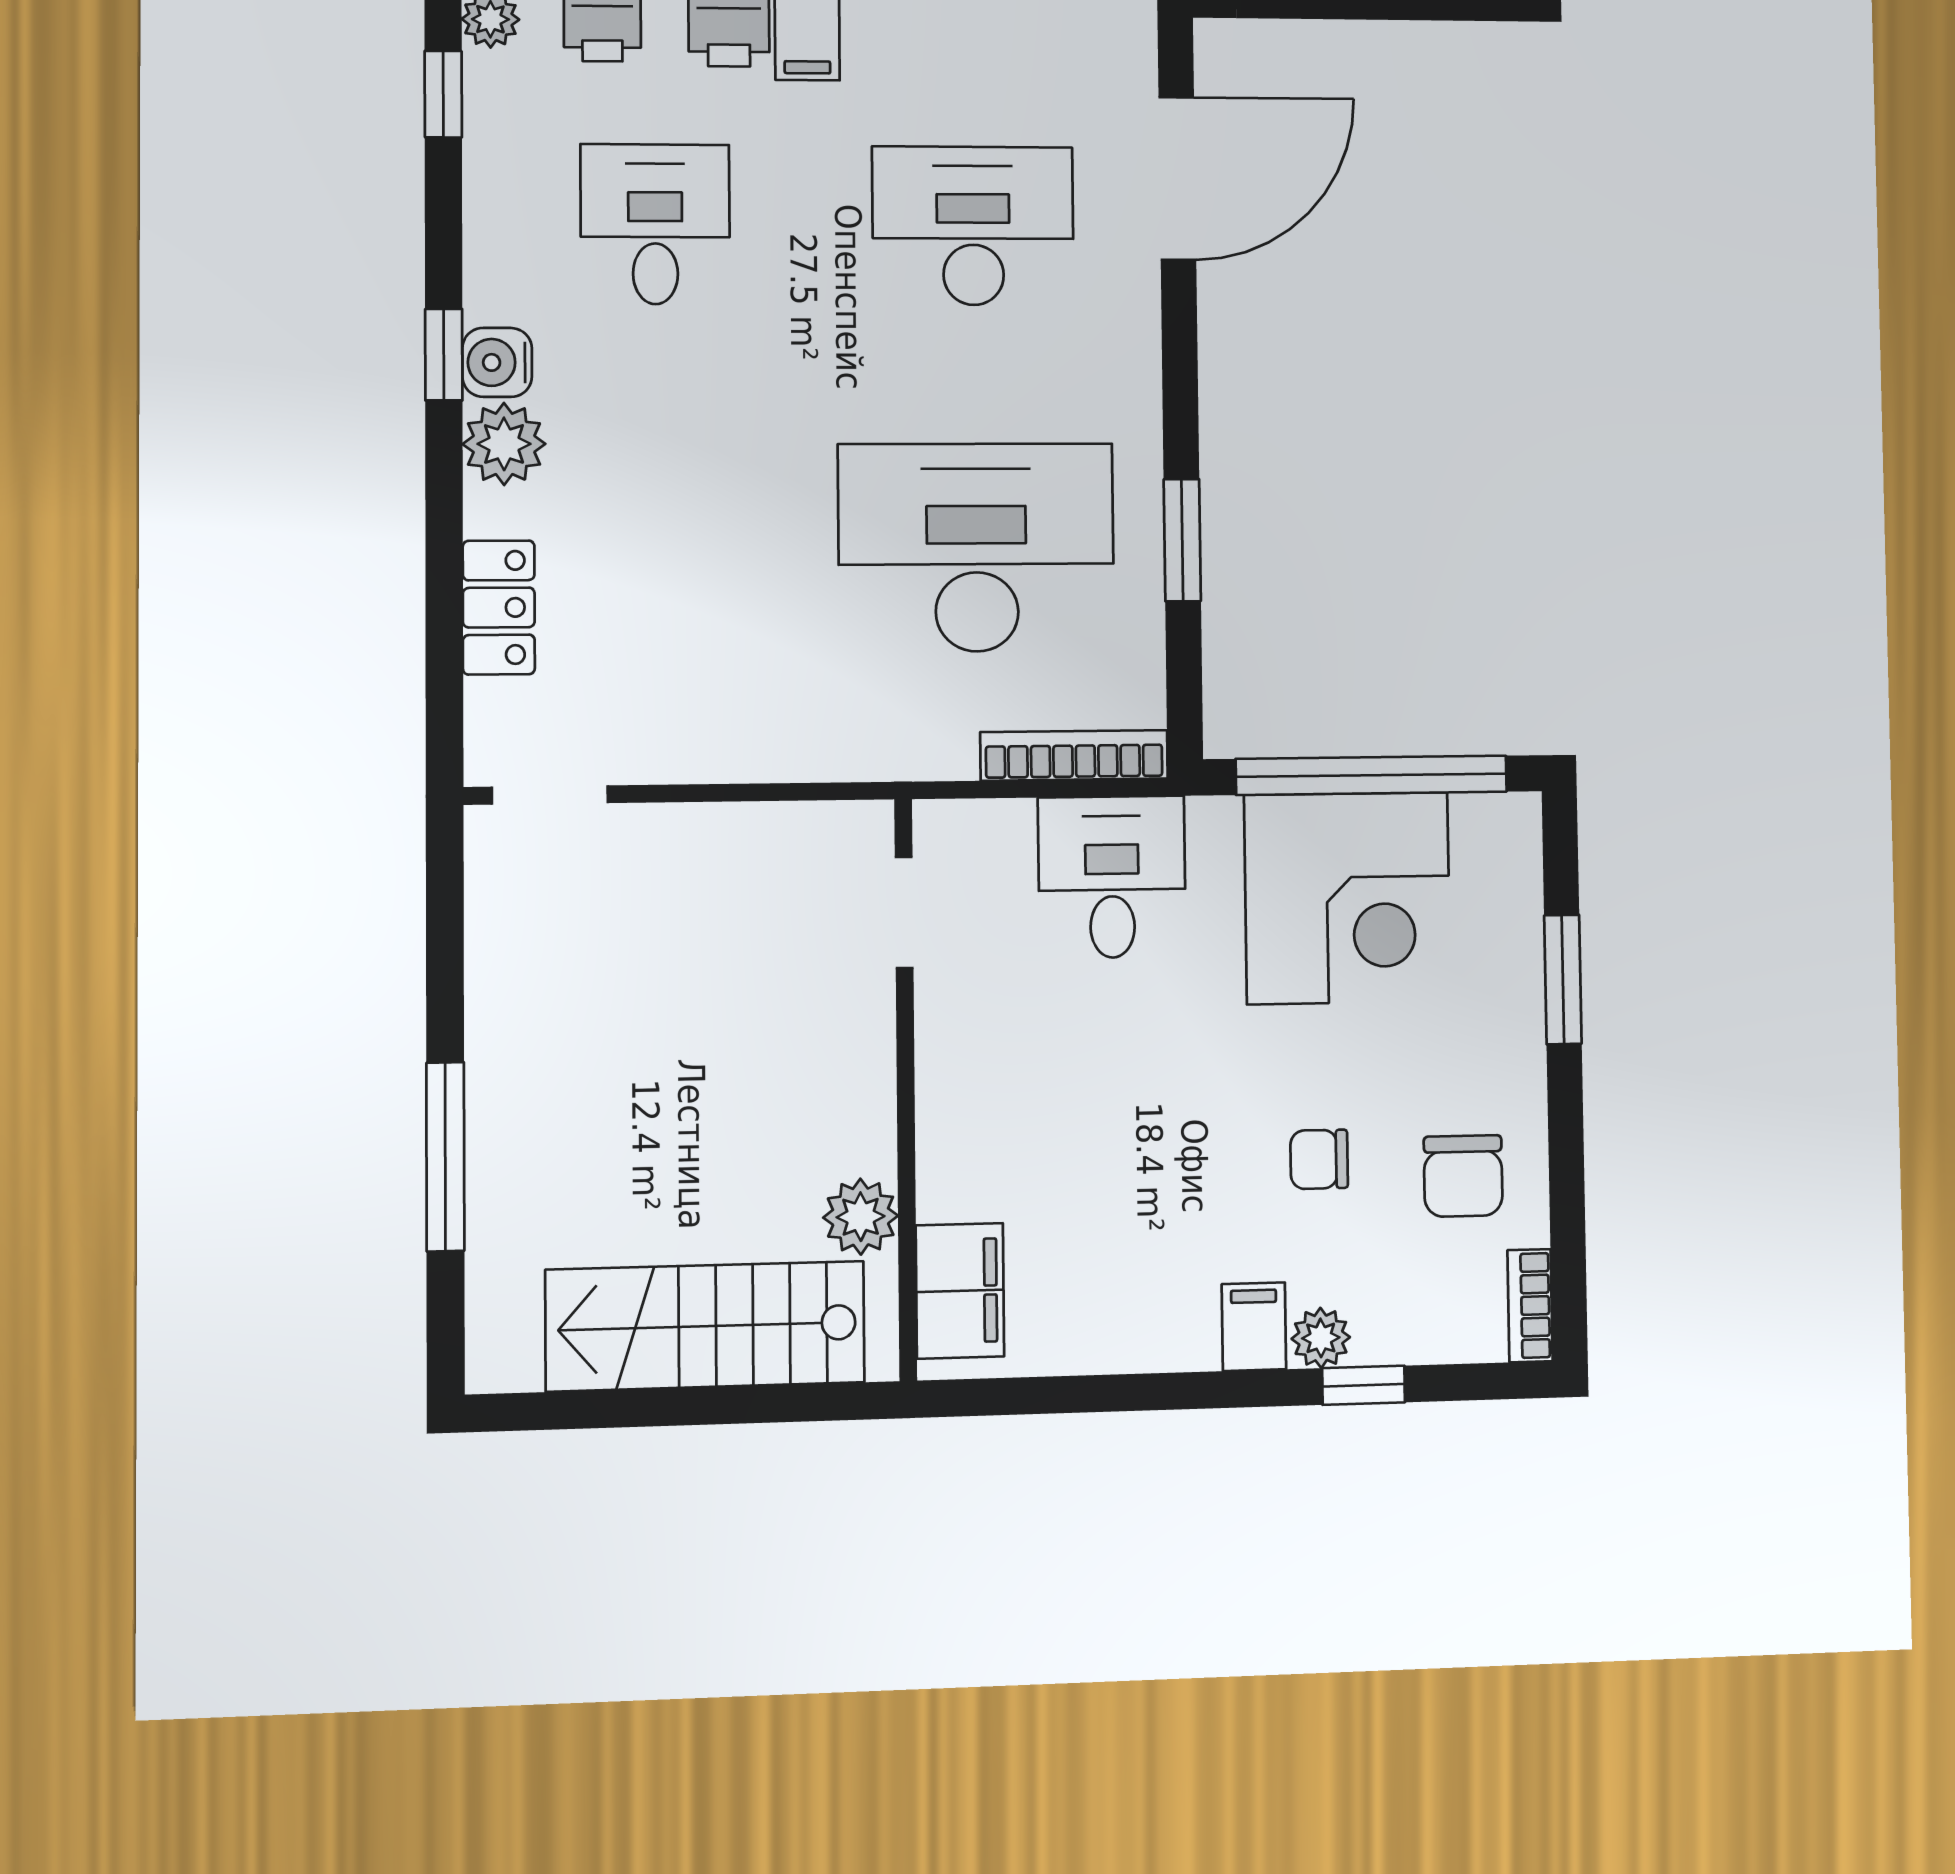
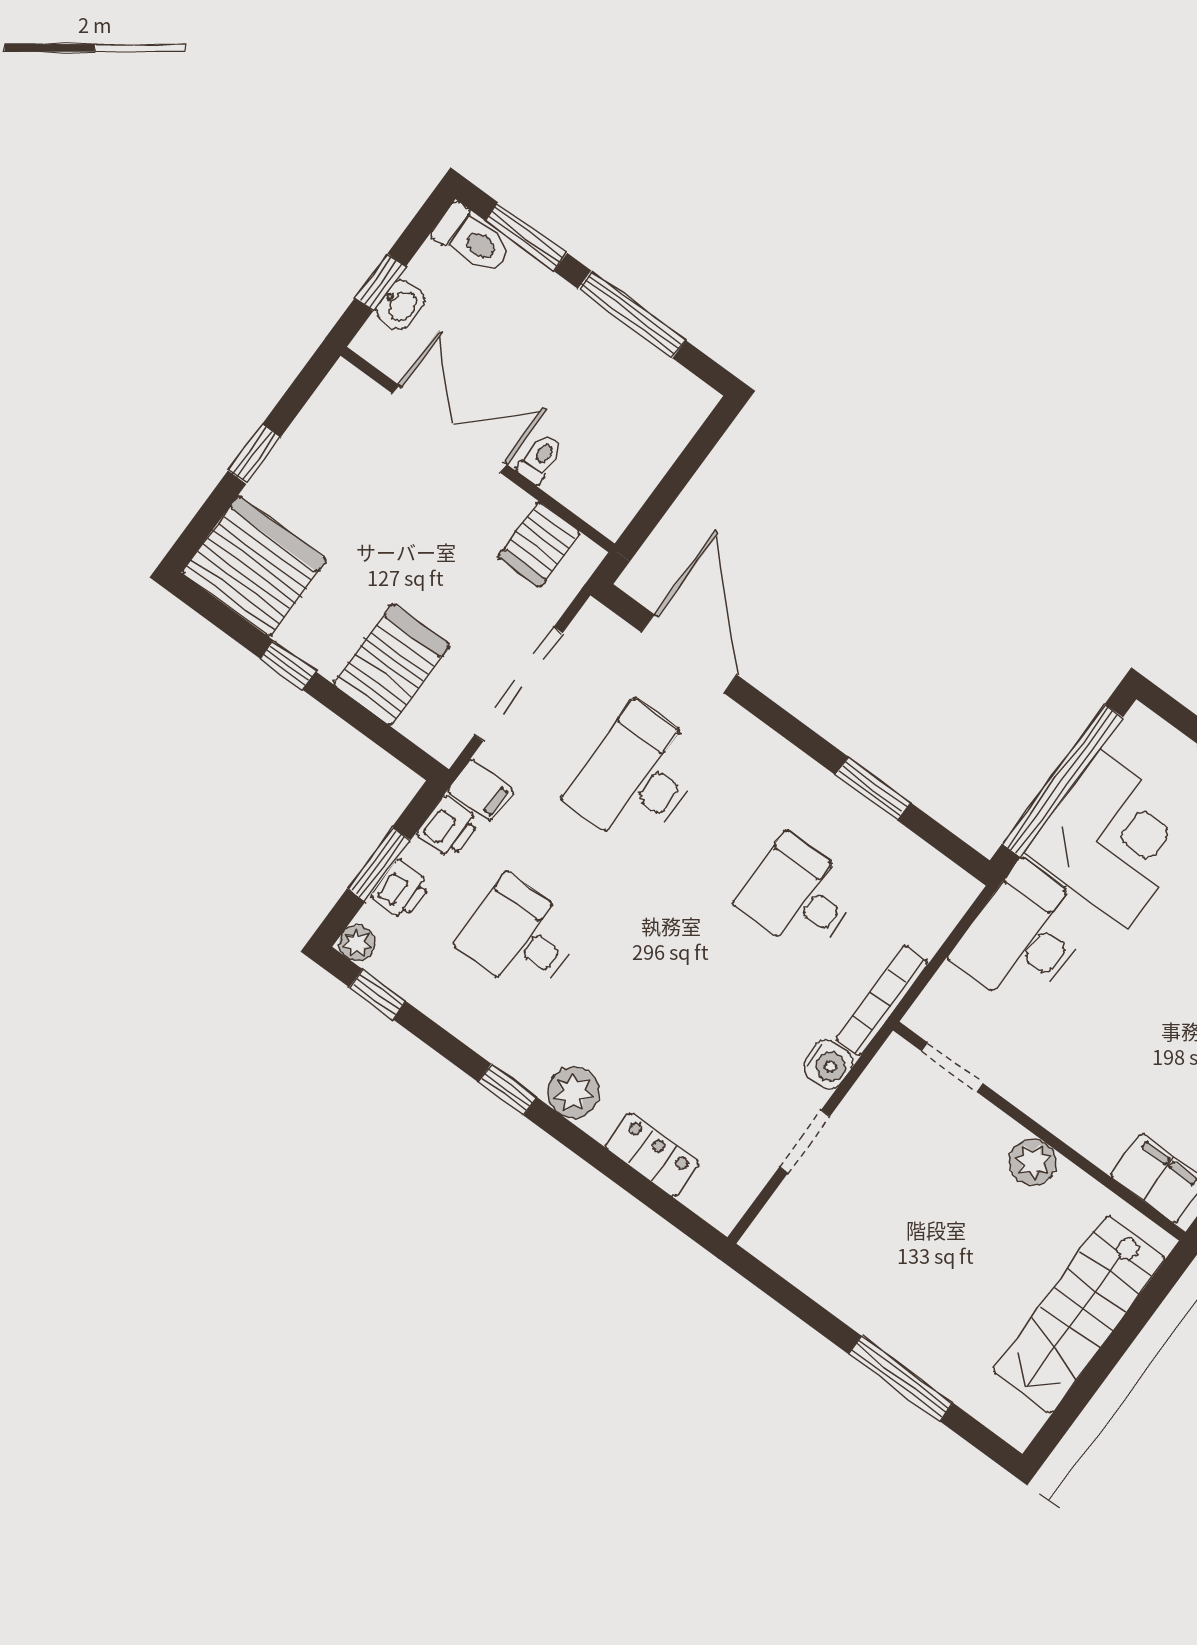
water cooler: (497, 362) -> (828, 1065), moved, turned -90
desk: (976, 548) -> (799, 896), width x0.53, depth x0.77
bookcase: (1074, 755) -> (882, 1001), moved
doorway: (550, 795) -> (805, 1142), moved
desk: (1112, 877) -> (1024, 937), width x1.37
plant: (861, 1217) -> (1033, 1162), moved

